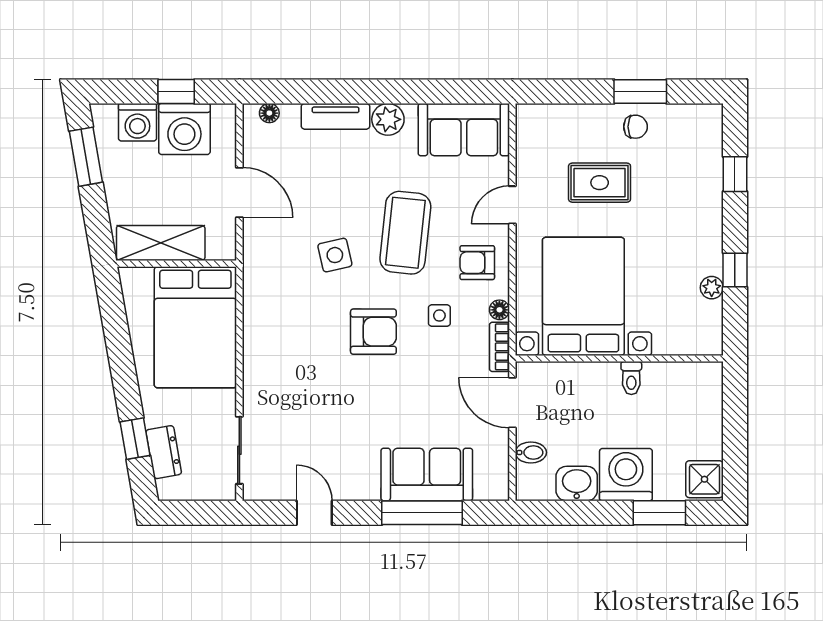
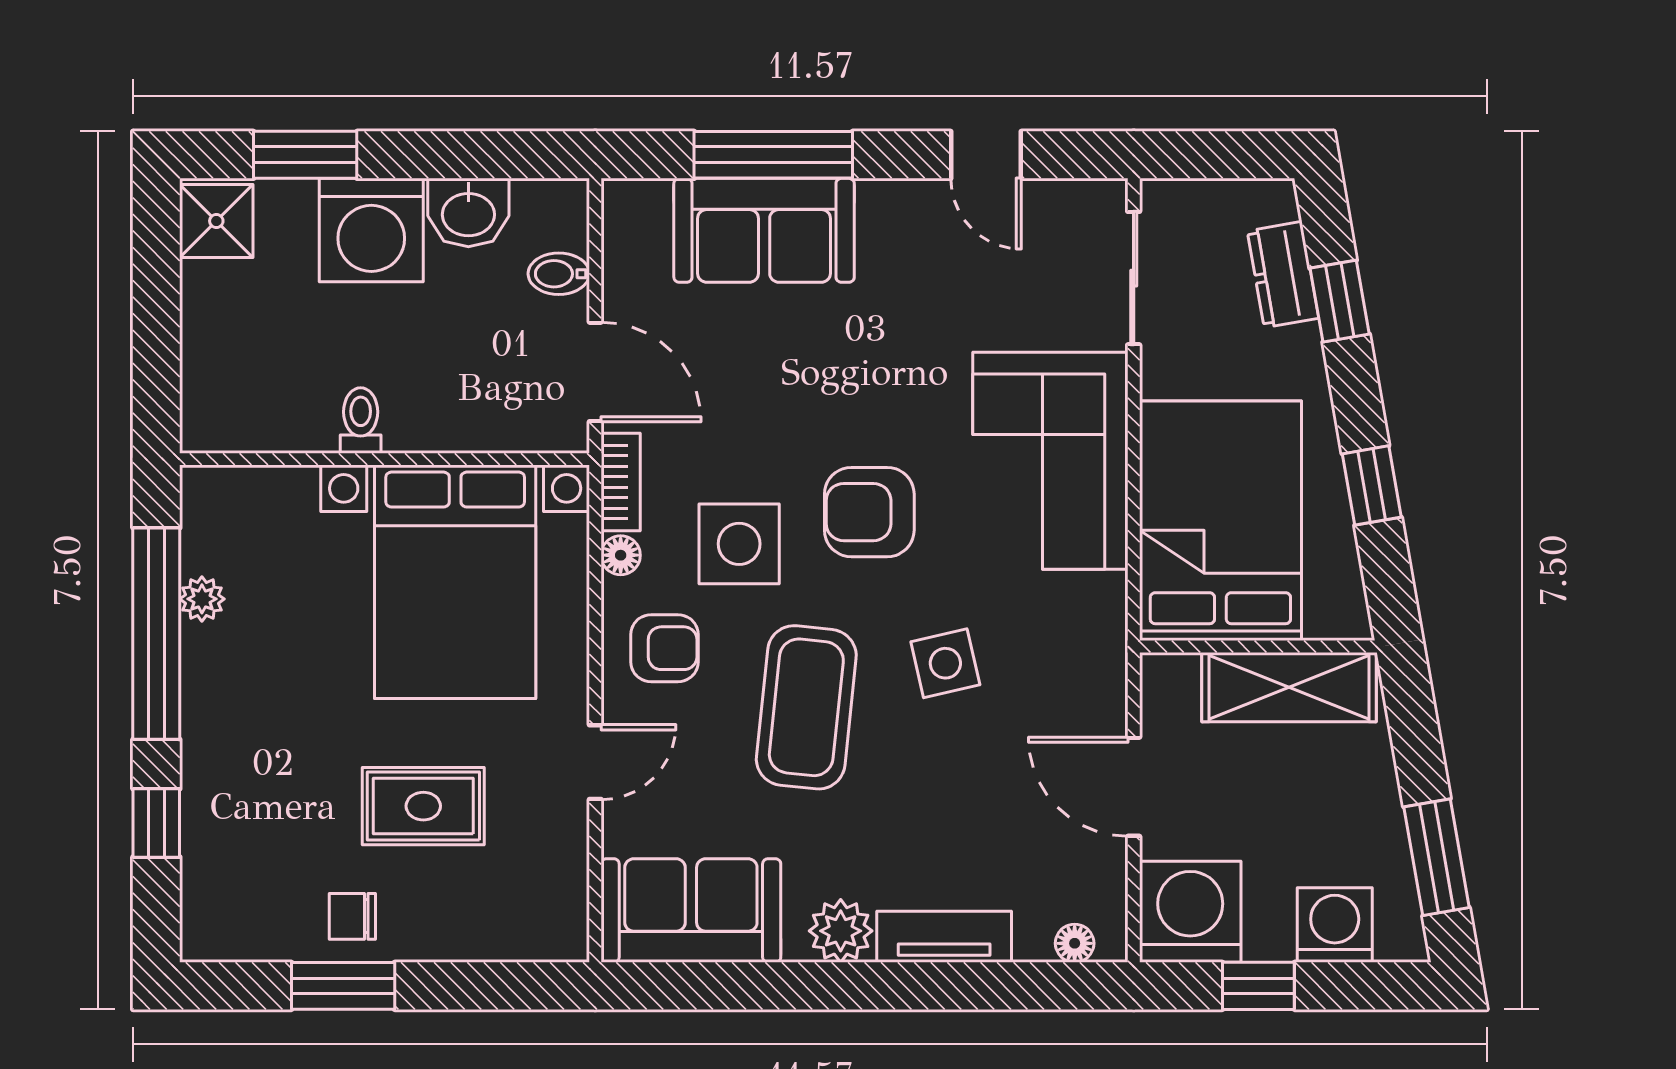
washing machine: (184, 129) -> (1190, 912), moved
window: (735, 270) -> (156, 634), width x3.17
side table: (439, 316) -> (739, 544), width x1.87, depth x1.87
window: (119, 345) -> (1372, 485), added
corner sofa: (282, 358) -> (1050, 461), added

